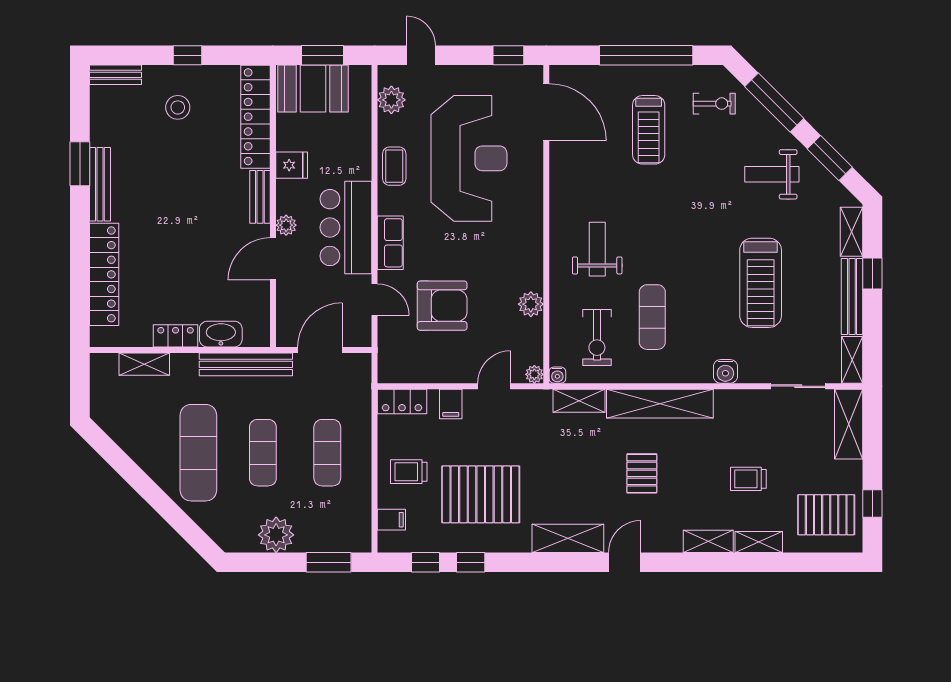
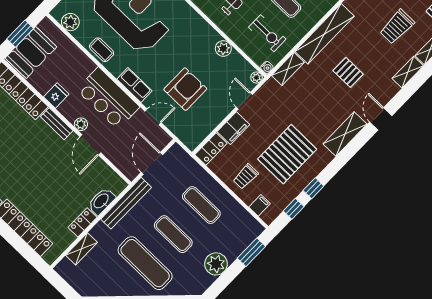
filing cabinet: (451, 404) -> (233, 128), width x2.00
trolley: (748, 479) -> (397, 27), width x1.36, depth x1.39

